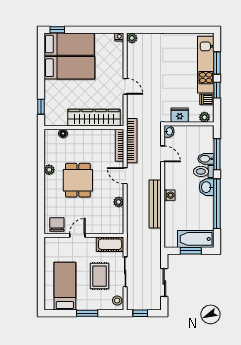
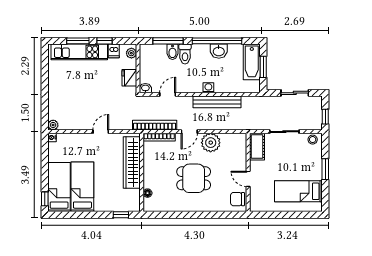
plant: (49, 170) -> (183, 207), removed
washbasin: (207, 187) -> (219, 51), moved
plant: (119, 202) -> (211, 143), width x1.88, depth x1.88
rug: (99, 276) -> (288, 157), removed

